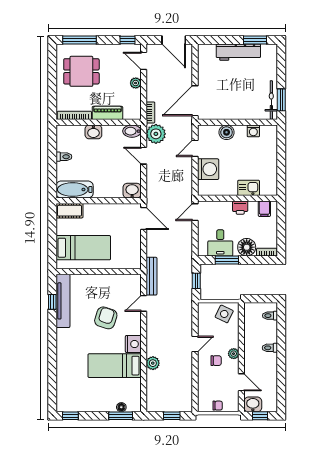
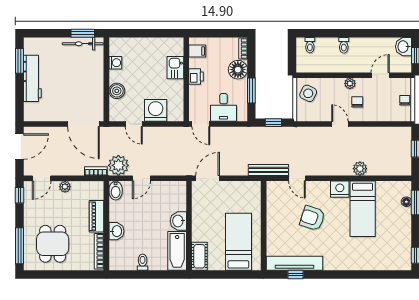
washbasin: (132, 191) -> (178, 221), moved
desk: (220, 243) -> (224, 107), moved, turned 90
washbasin: (253, 404) -> (403, 47), moved

